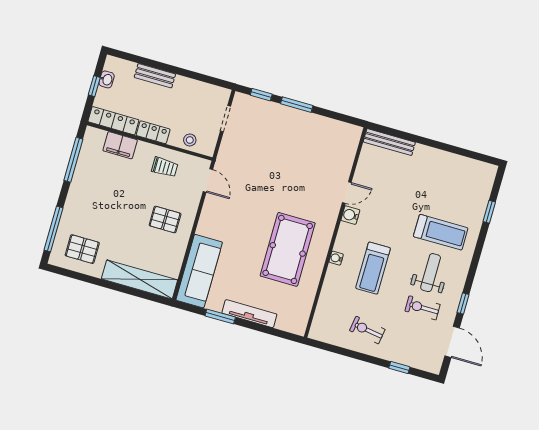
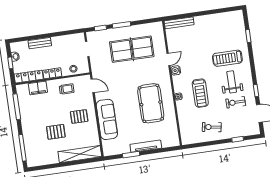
table tennis table: (296, 150) -> (132, 49), added
treadmill: (441, 232) -> (227, 58), turned 180
pallet: (82, 249) -> (56, 132), moved
sofa: (199, 271) -> (107, 119), moved

